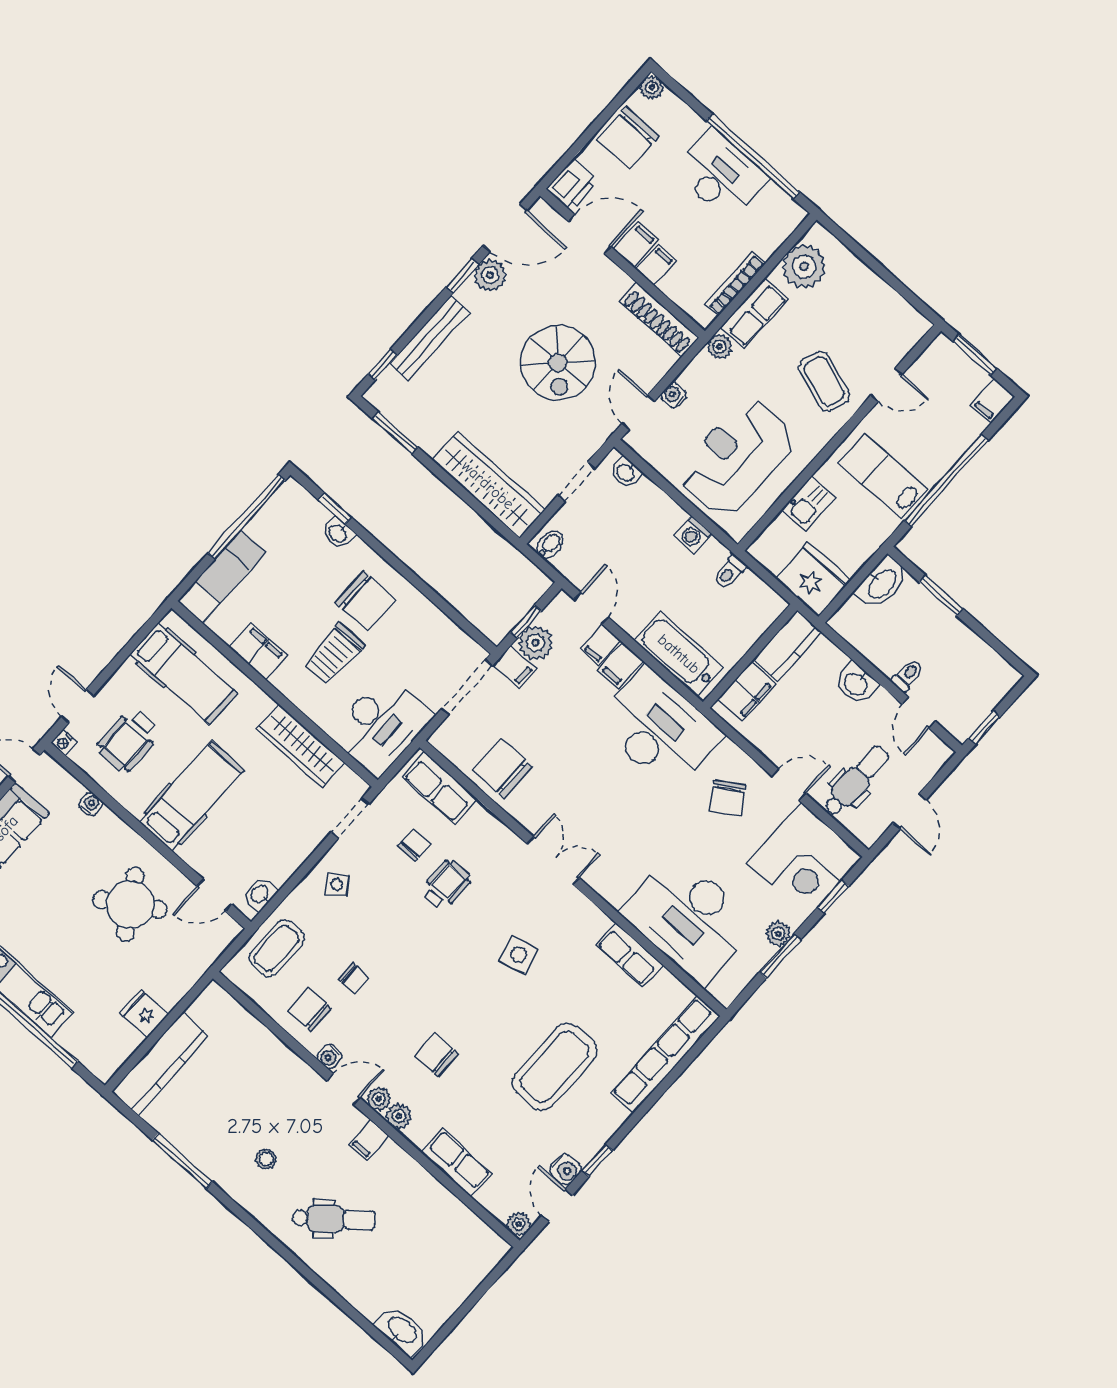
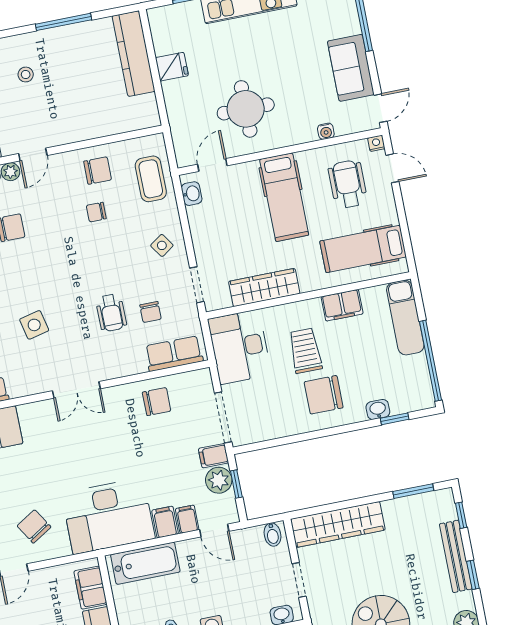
window: (462, 276) -> (473, 575), moved
chair: (503, 768) -> (157, 402), width x0.73, depth x0.73
round table: (130, 904) -> (246, 109), turned 32
water cooler: (329, 1057) -> (59, 161), removed

